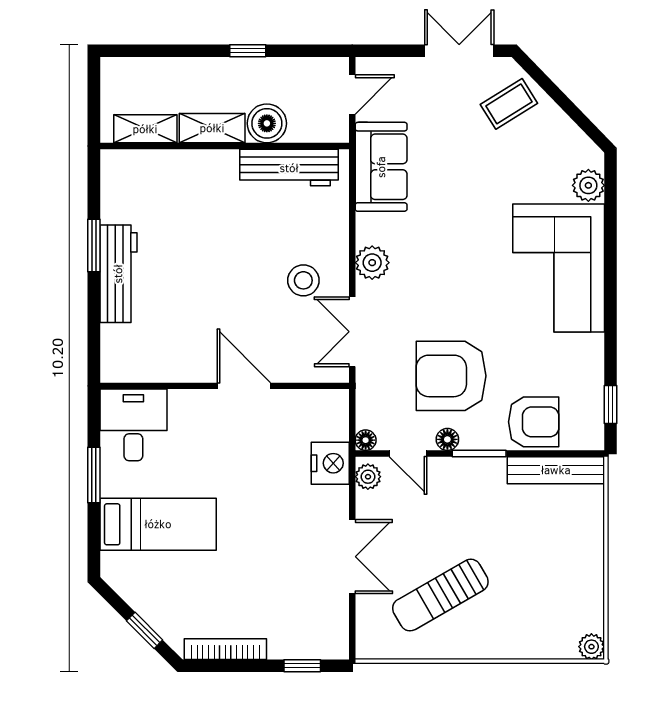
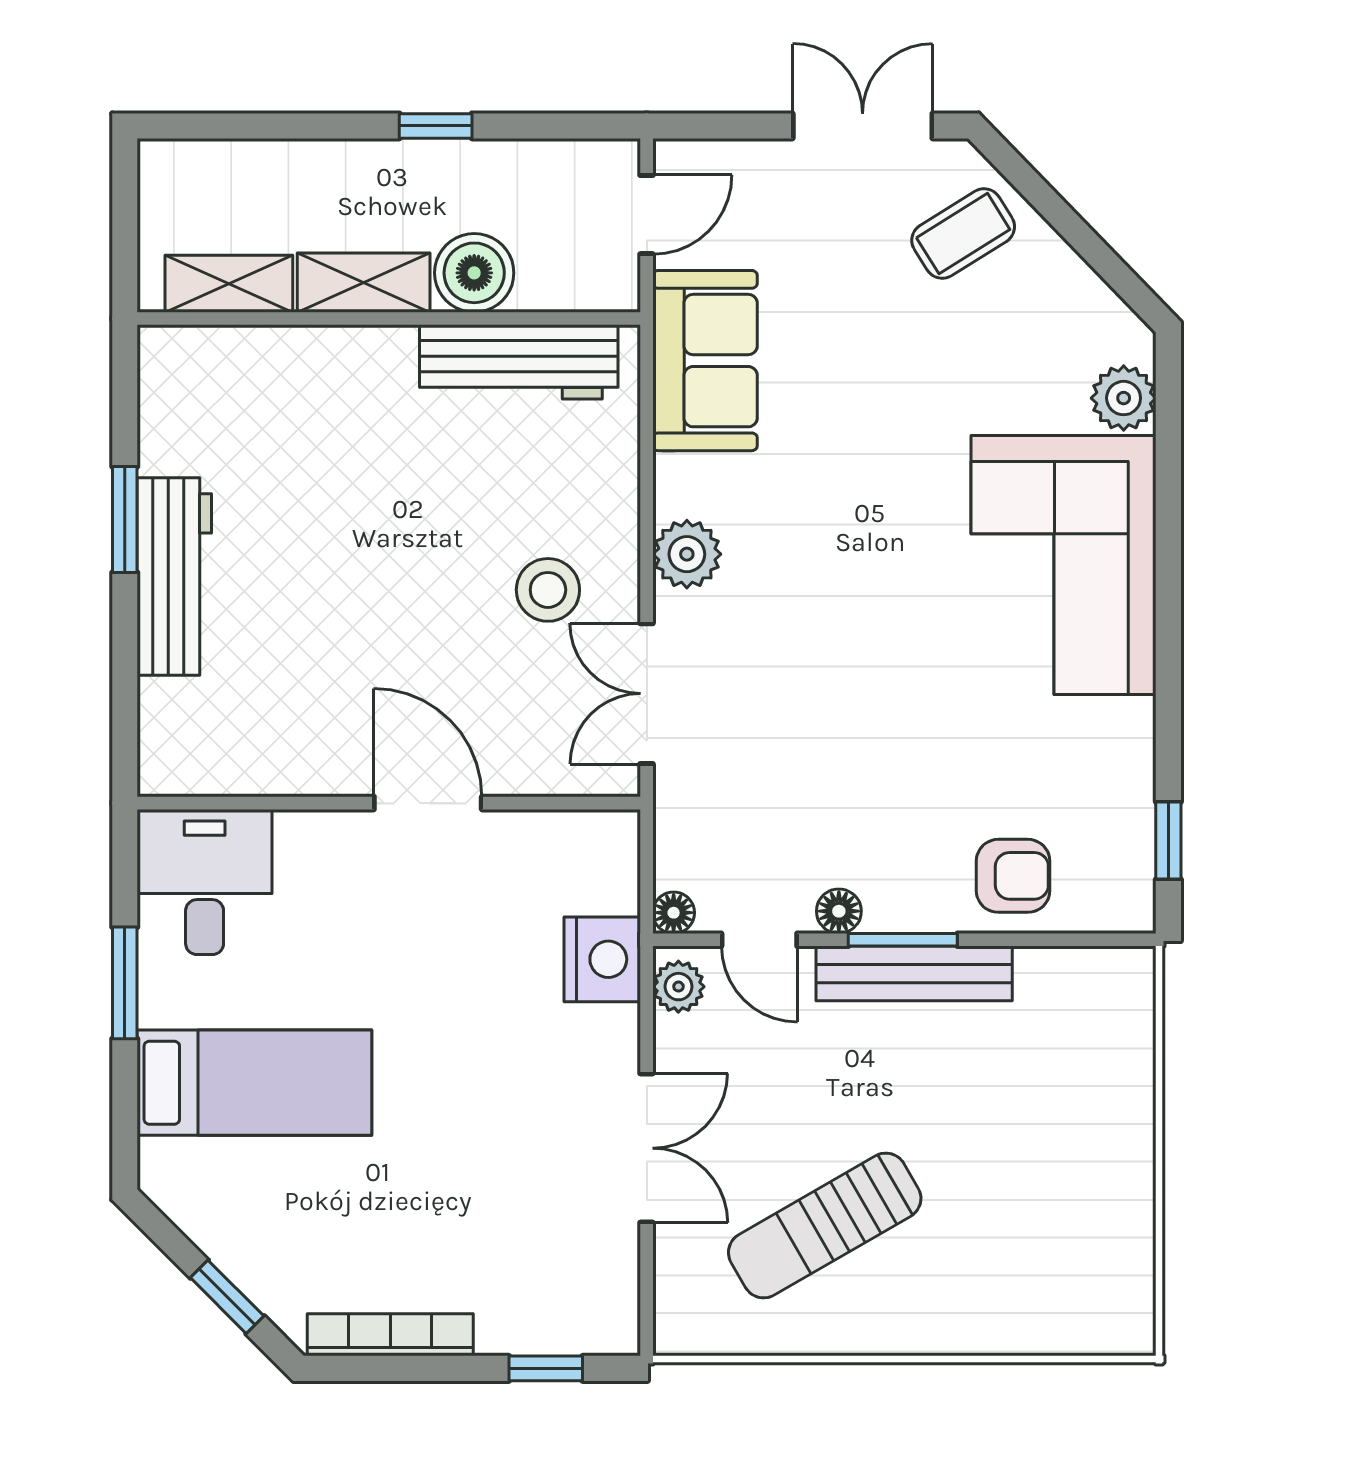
armchair: (451, 376) -> (846, 783), removed
armchair: (534, 422) -> (1013, 876), width x0.72, depth x0.72
bench: (556, 470) -> (914, 973), moved
plant: (591, 647) -> (1130, 1330), removed

